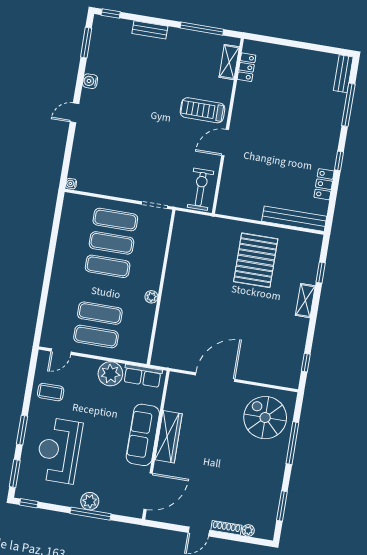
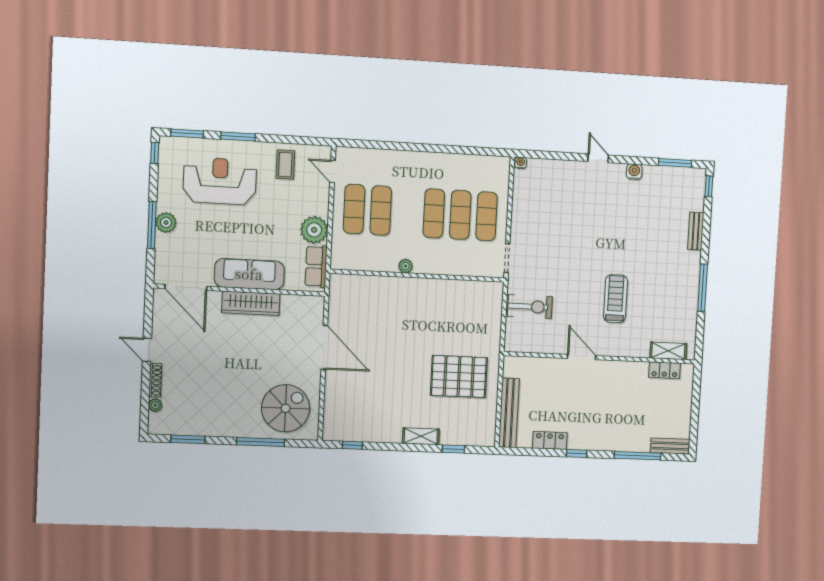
shelving: (229, 62) -> (668, 351), moved
locker: (247, 67) -> (665, 370), moved
wall: (228, 126) -> (600, 358), moved
door: (225, 143) -> (582, 357), moved

